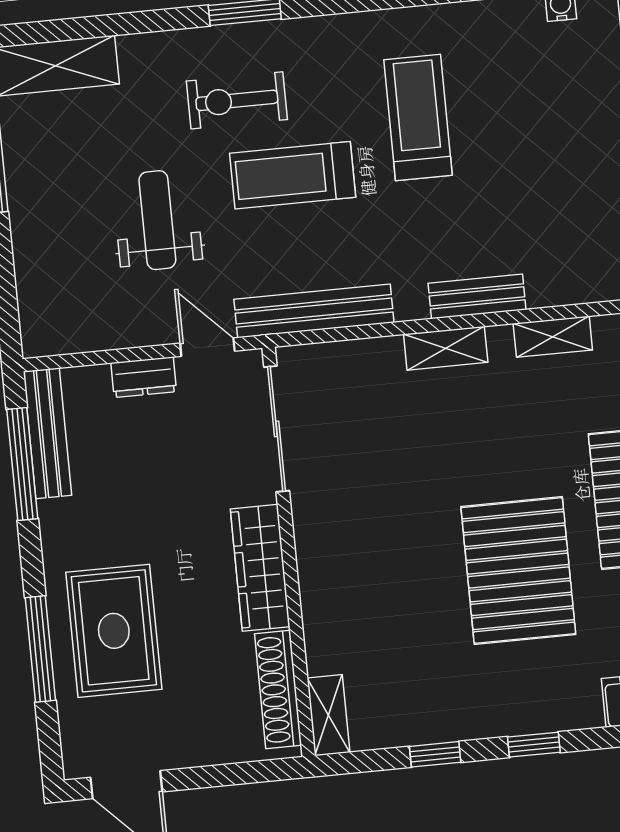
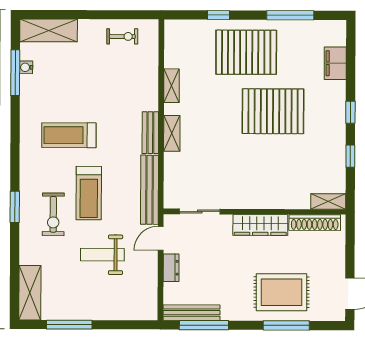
bench: (477, 296) -> (150, 133), moved
sliding door: (277, 429) -> (200, 212), width x0.73

